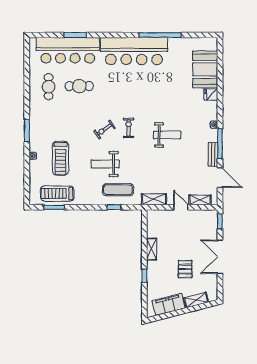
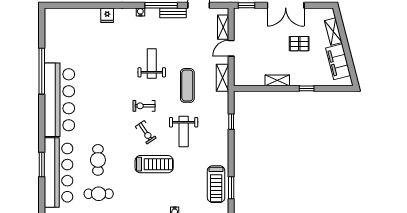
booth: (205, 69) -> (80, 21), removed
treadmill: (60, 158) -> (154, 164), moved
exercise mat: (118, 190) -> (187, 85), moved

